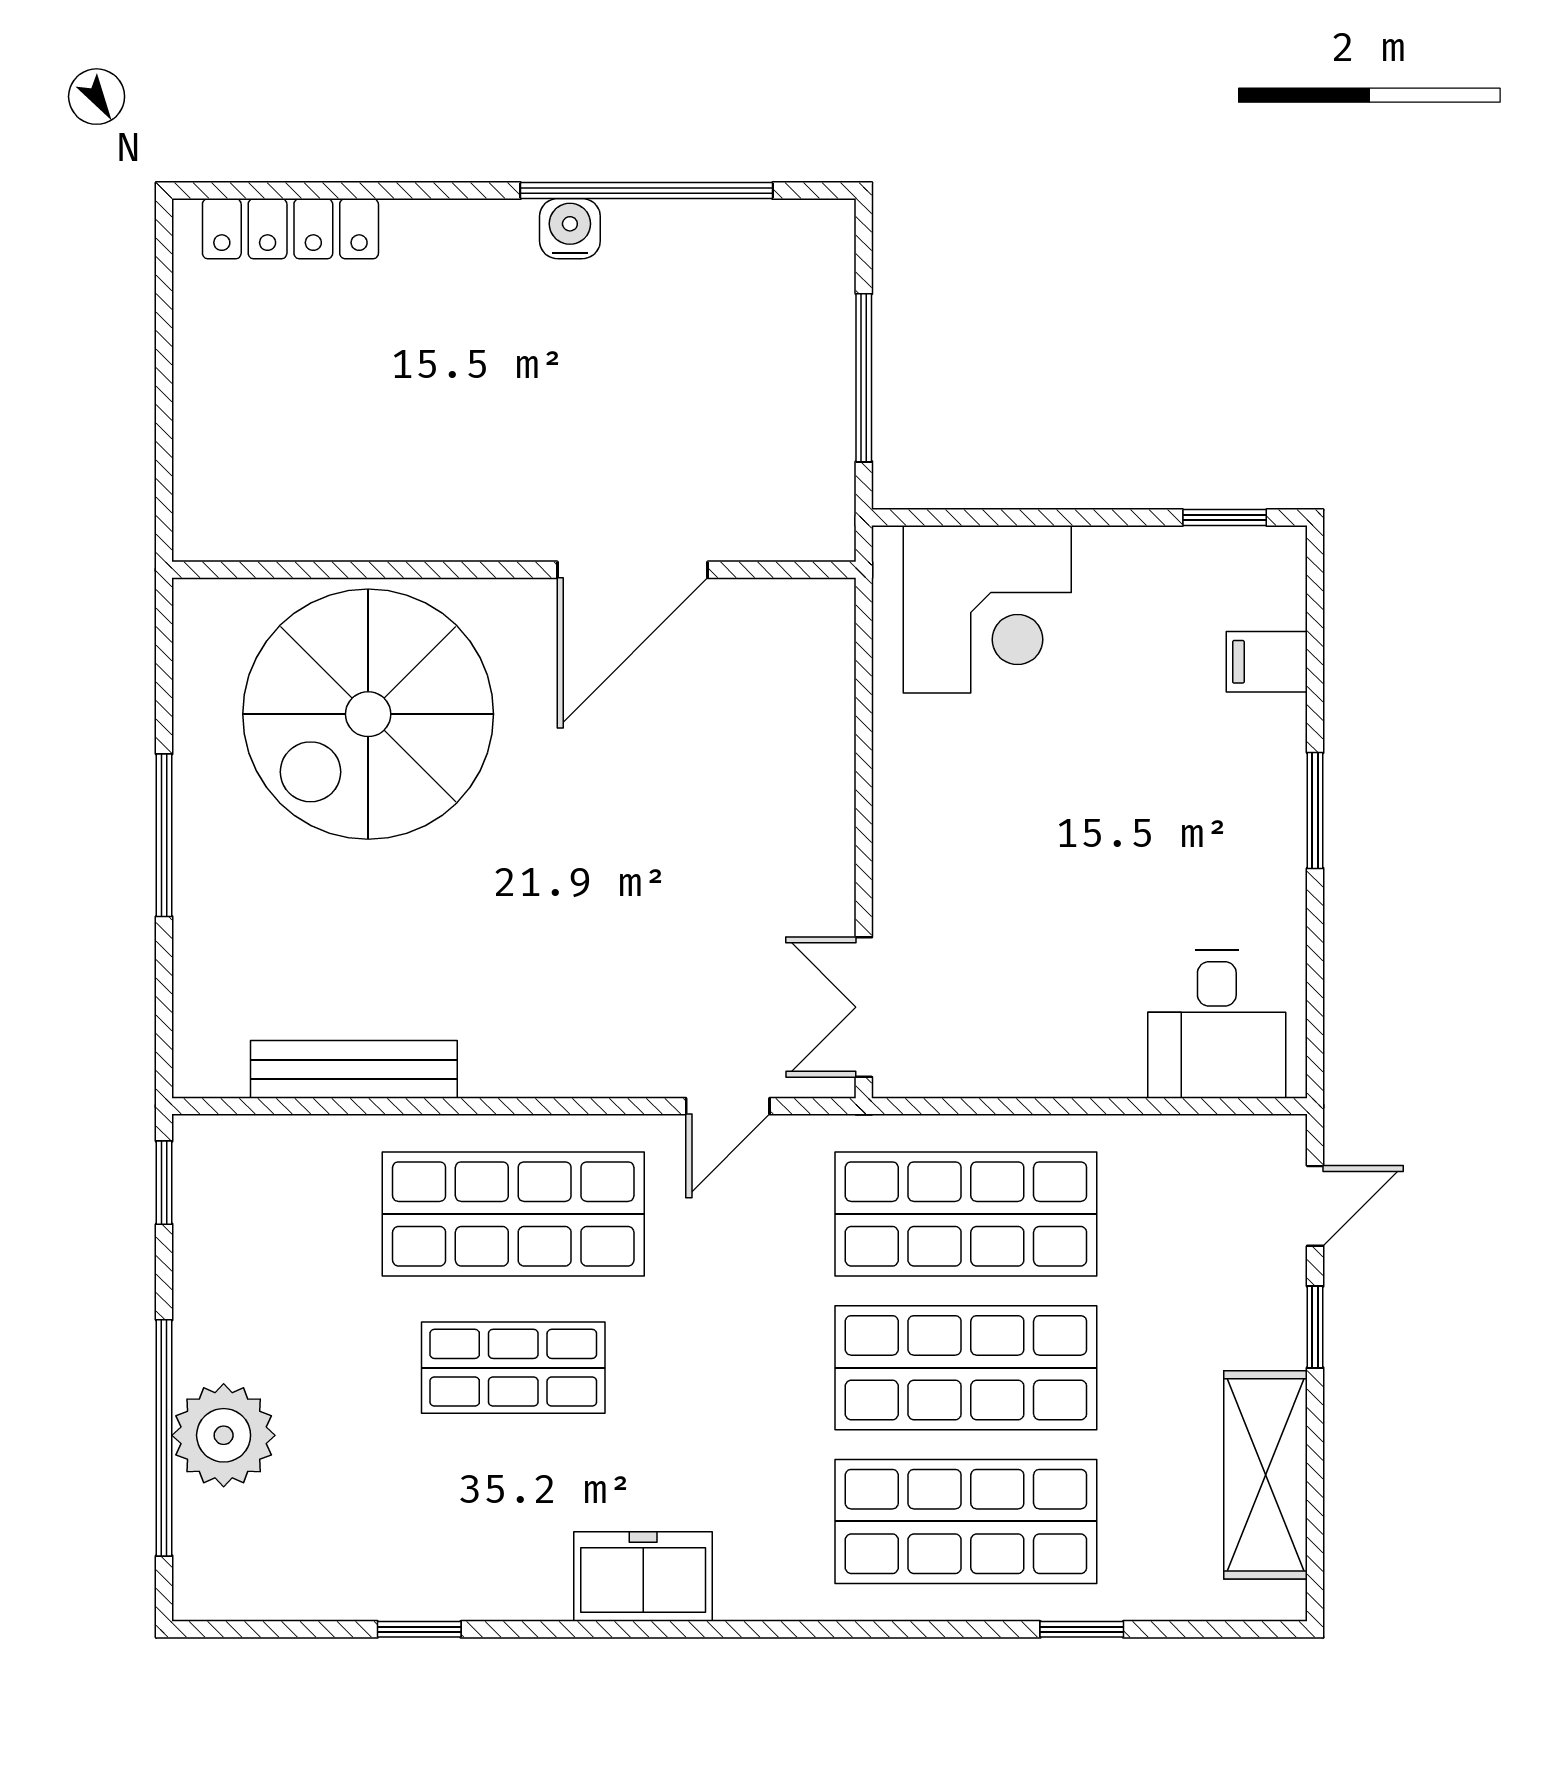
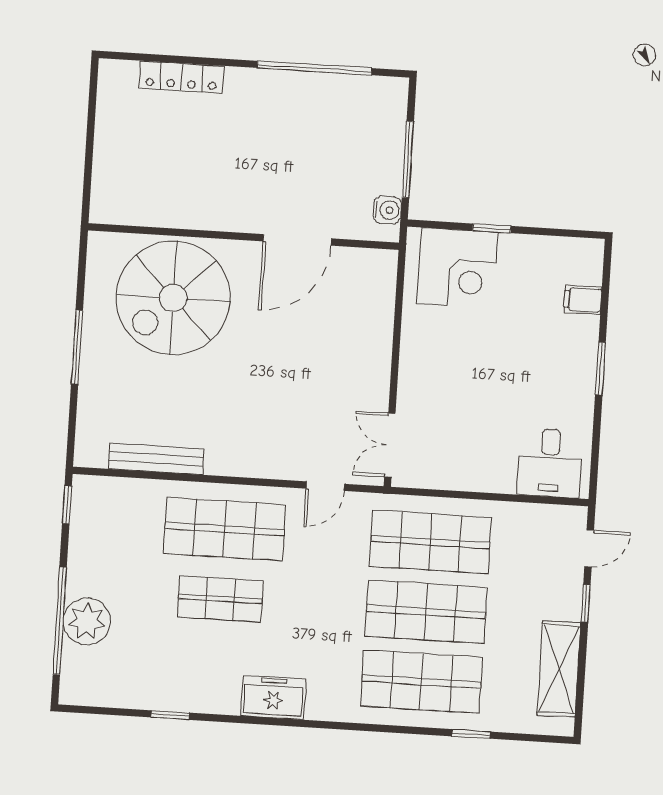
locker: (290, 229) -> (181, 77), moved
water cooler: (570, 229) -> (387, 210), moved, turned 90
window: (1225, 518) -> (492, 228), moved

